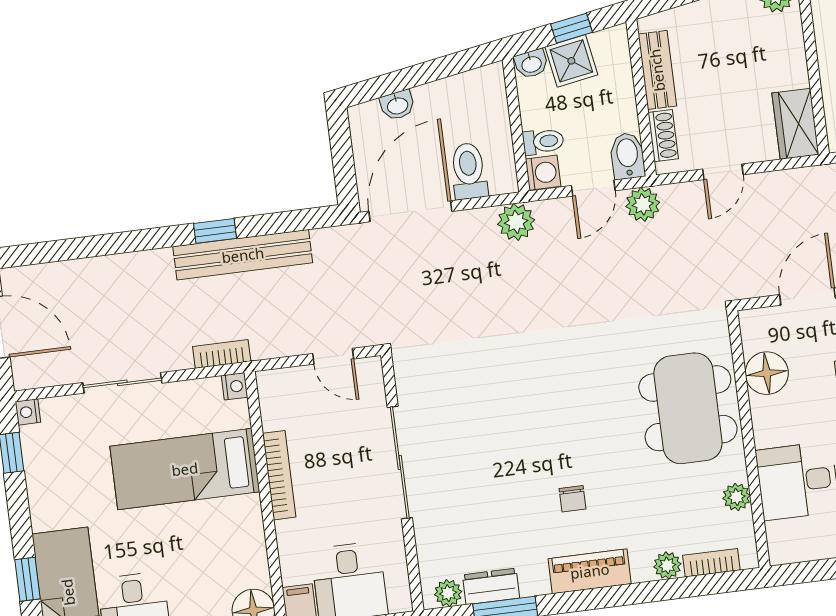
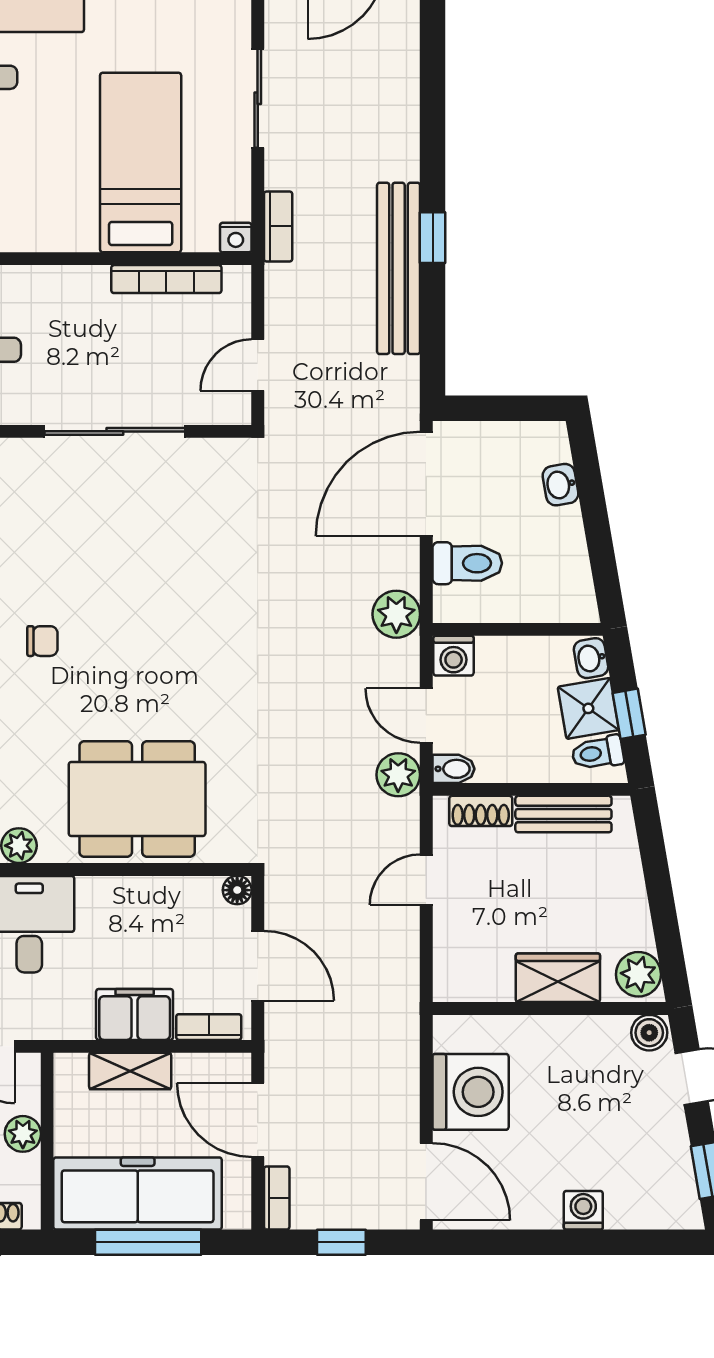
wardrobe: (795, 124) -> (558, 978), moved
toilet: (543, 142) -> (598, 753), moved, turned 80
bidet: (627, 156) -> (454, 769), width x0.72, depth x0.74
door: (723, 172) -> (426, 880), hinge flipped
door: (410, 211) -> (426, 484), swing flipped
floor lamp: (767, 373) -> (237, 890), moved, width x0.53, depth x0.53
bookcase: (279, 475) -> (166, 279), moved
chair: (573, 499) -> (42, 641), turned 180

